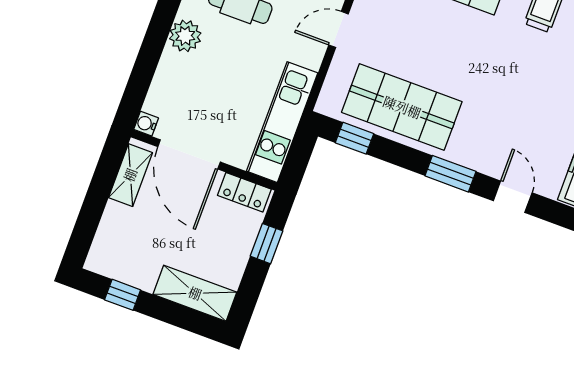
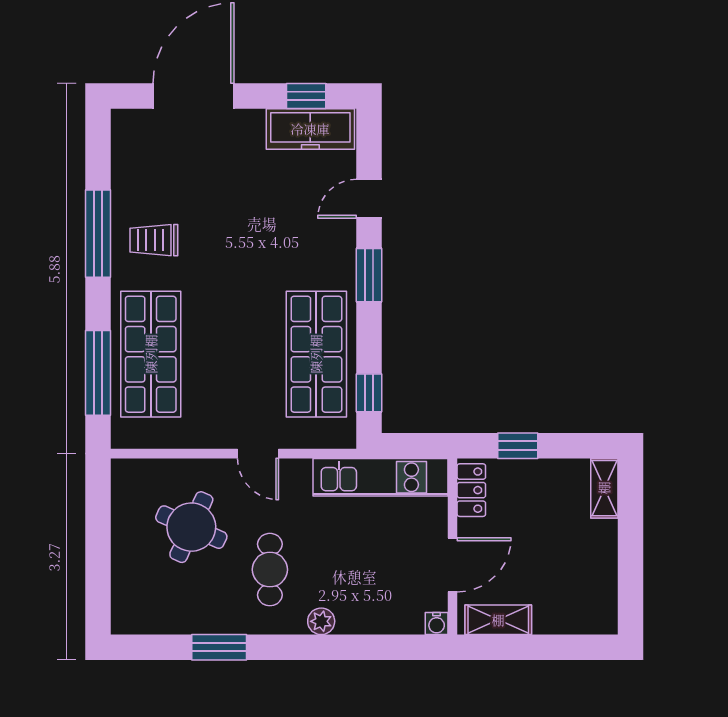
plant: (185, 36) -> (321, 621), width x0.73, depth x0.73
door: (189, 154) -> (453, 565), width x0.73
shelving: (195, 293) -> (604, 488), width x0.67, depth x0.75
window: (123, 295) -> (631, 581), removed

